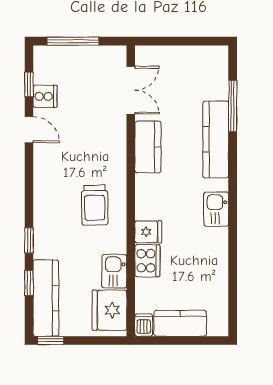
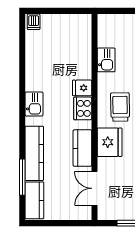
cooker: (147, 261) -> (83, 108), moved
fridge: (109, 310) -> (110, 142), moved
kitchen counter: (180, 323) -> (34, 200), moved, turned -90
dishwasher: (144, 325) -> (34, 22), moved

